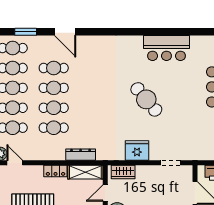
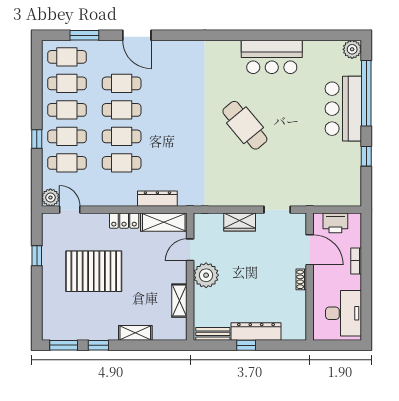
fridge: (137, 150) -> (233, 193), removed
wardrobe: (123, 172) -> (240, 222), moved

